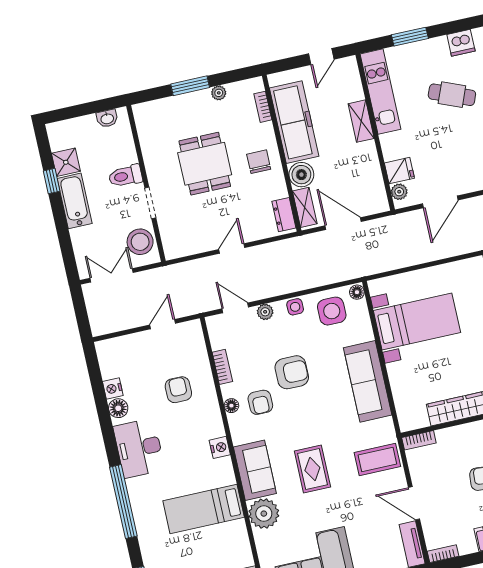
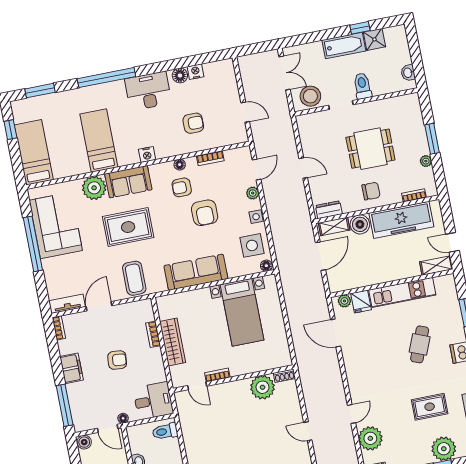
kitchen unit: (380, 92) -> (402, 292), moved
shelving: (361, 121) -> (436, 265), moved
bookcase: (419, 440) -> (153, 334), moved
rug: (312, 469) -> (128, 227), width x1.36, depth x1.43

